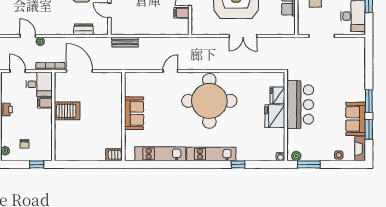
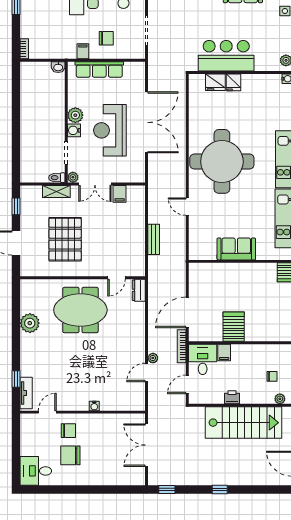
dresser: (84, 29) -> (139, 290), moved
double door: (243, 36) -> (146, 122), width x1.87
bench: (125, 42) -> (154, 239), moved
fridge: (275, 116) -> (233, 82), width x0.53, depth x0.75

